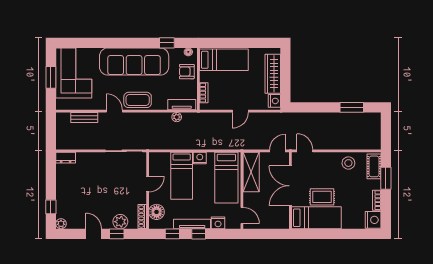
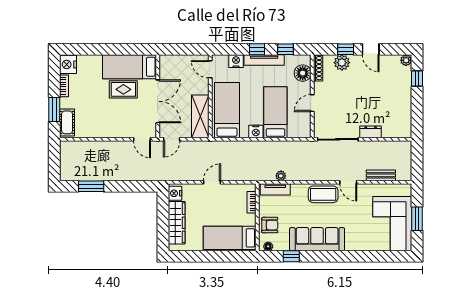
sofa: (134, 62) -> (317, 239), width x0.74, depth x0.79
dresser: (66, 158) -> (371, 132), moved
stool: (348, 163) -> (95, 126), removed

